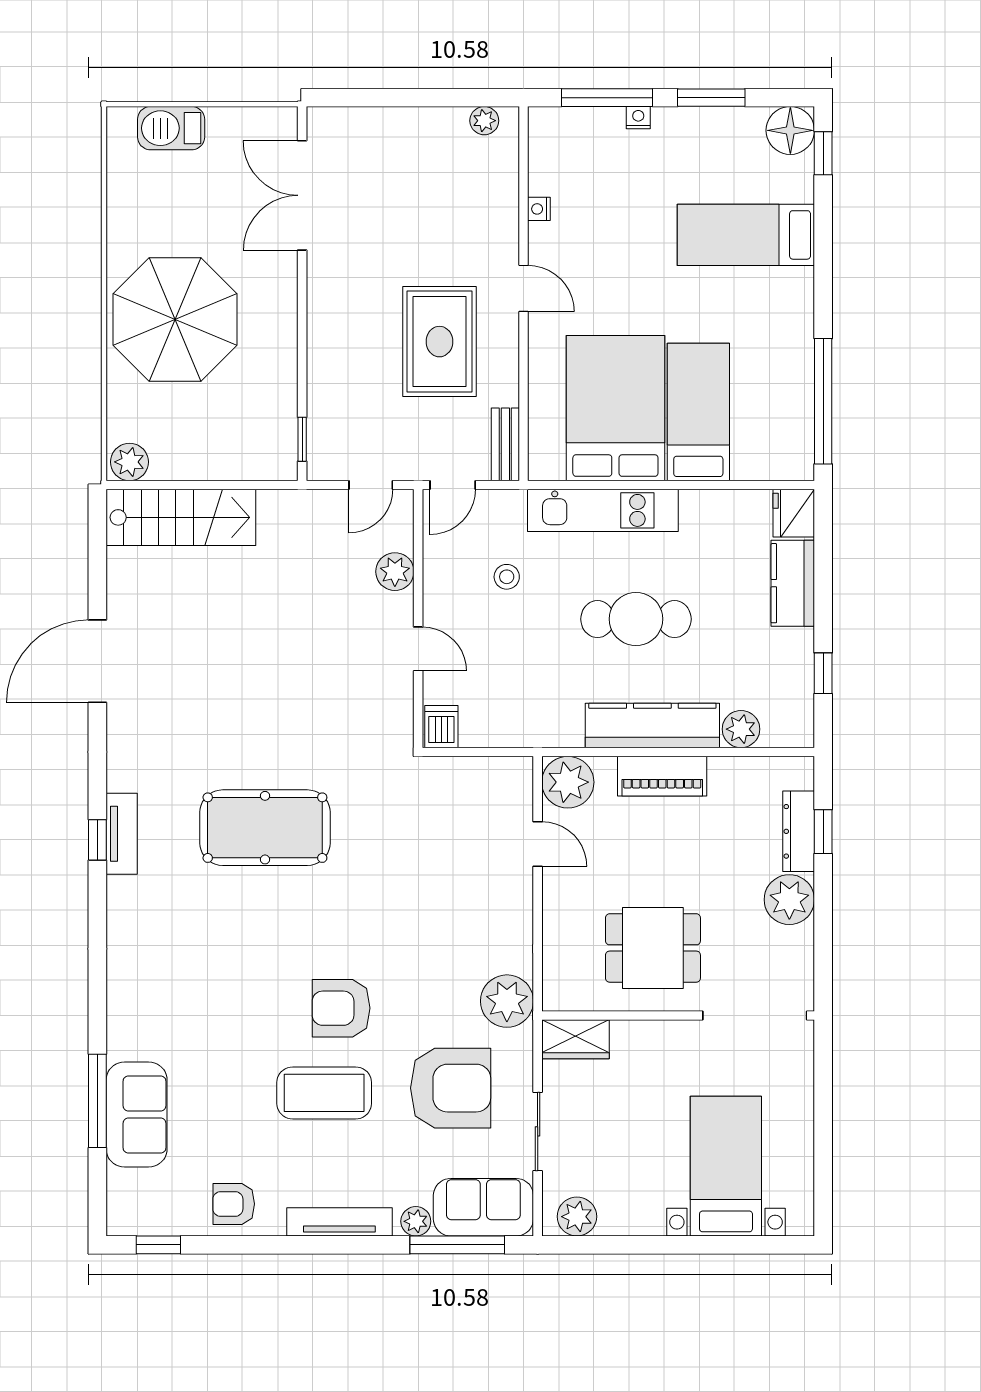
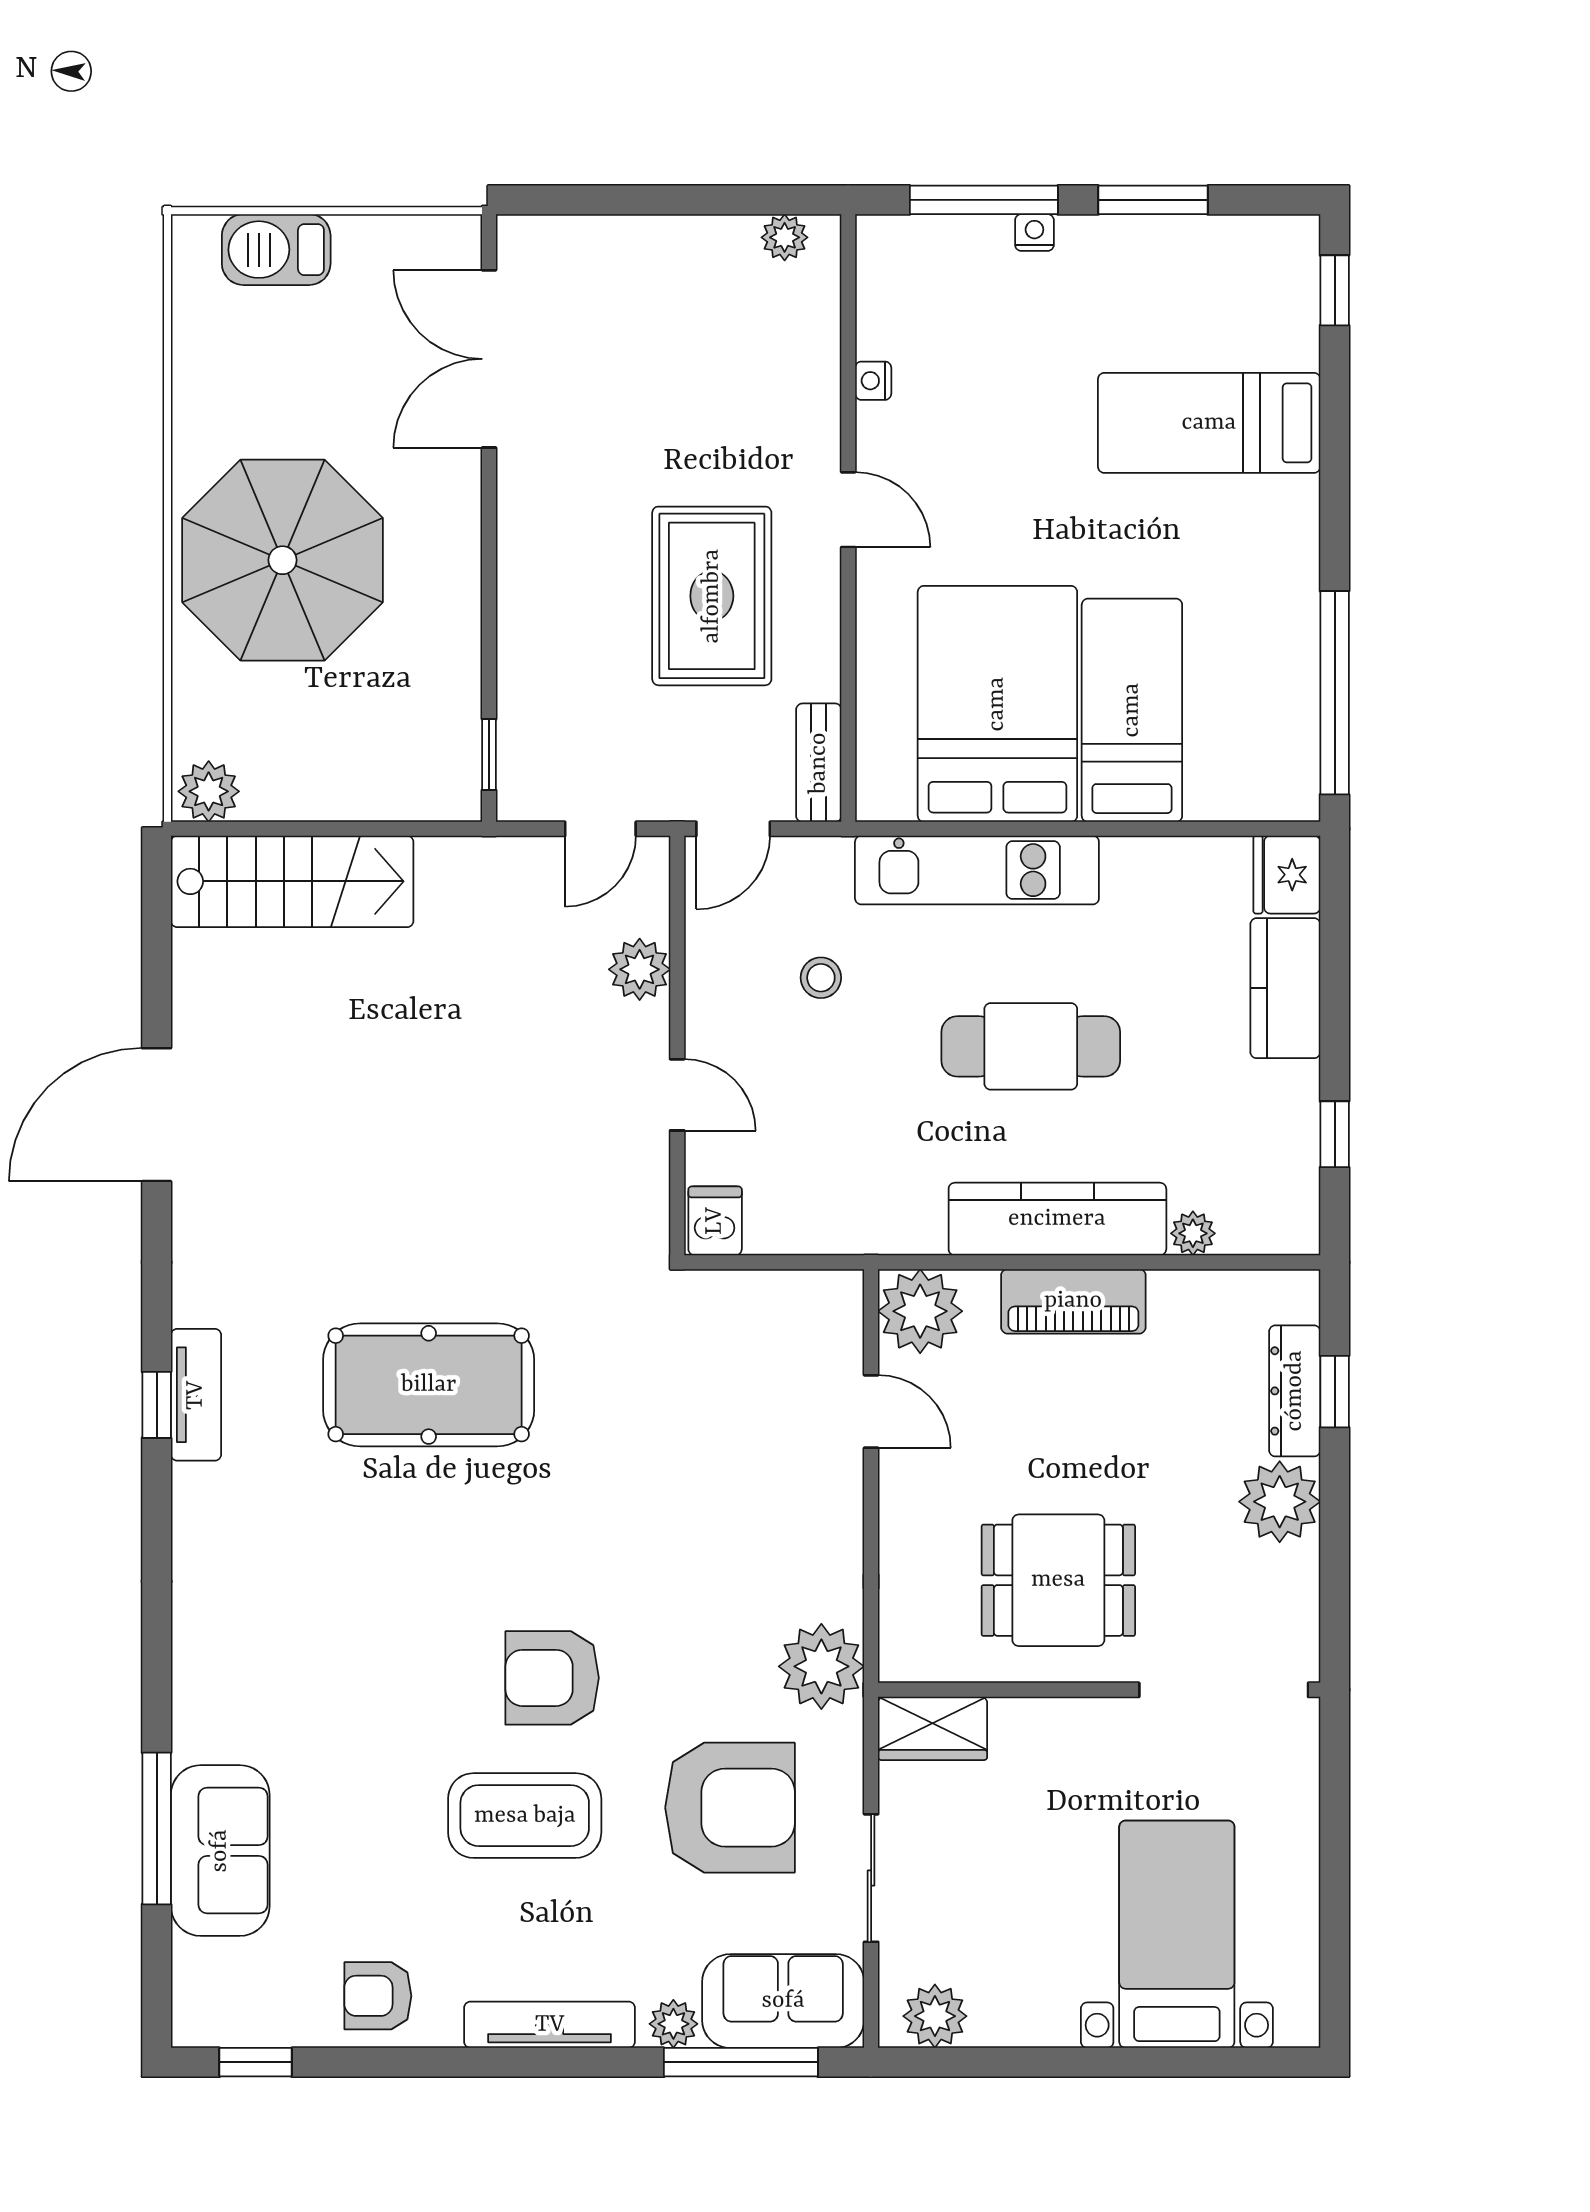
floor lamp: (790, 130) -> (1281, 253), removed
plant: (741, 729) -> (1193, 1233), width x0.73, depth x0.73

